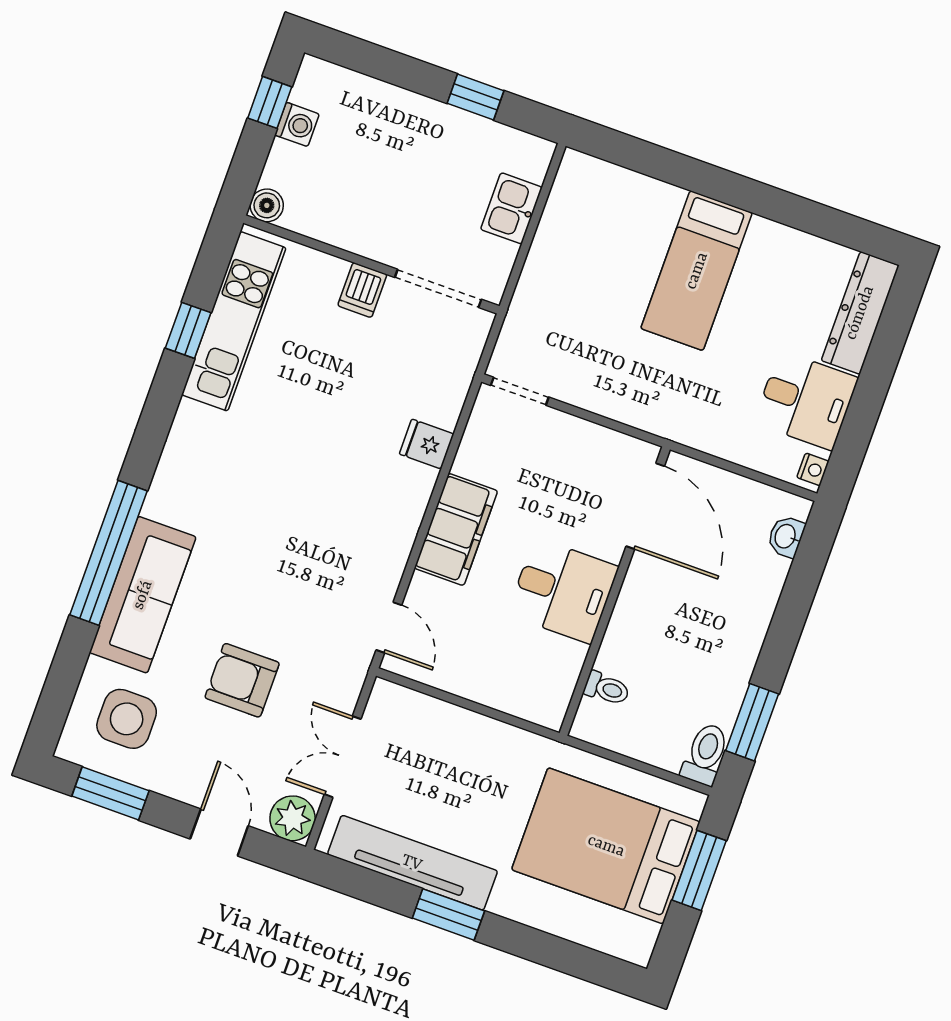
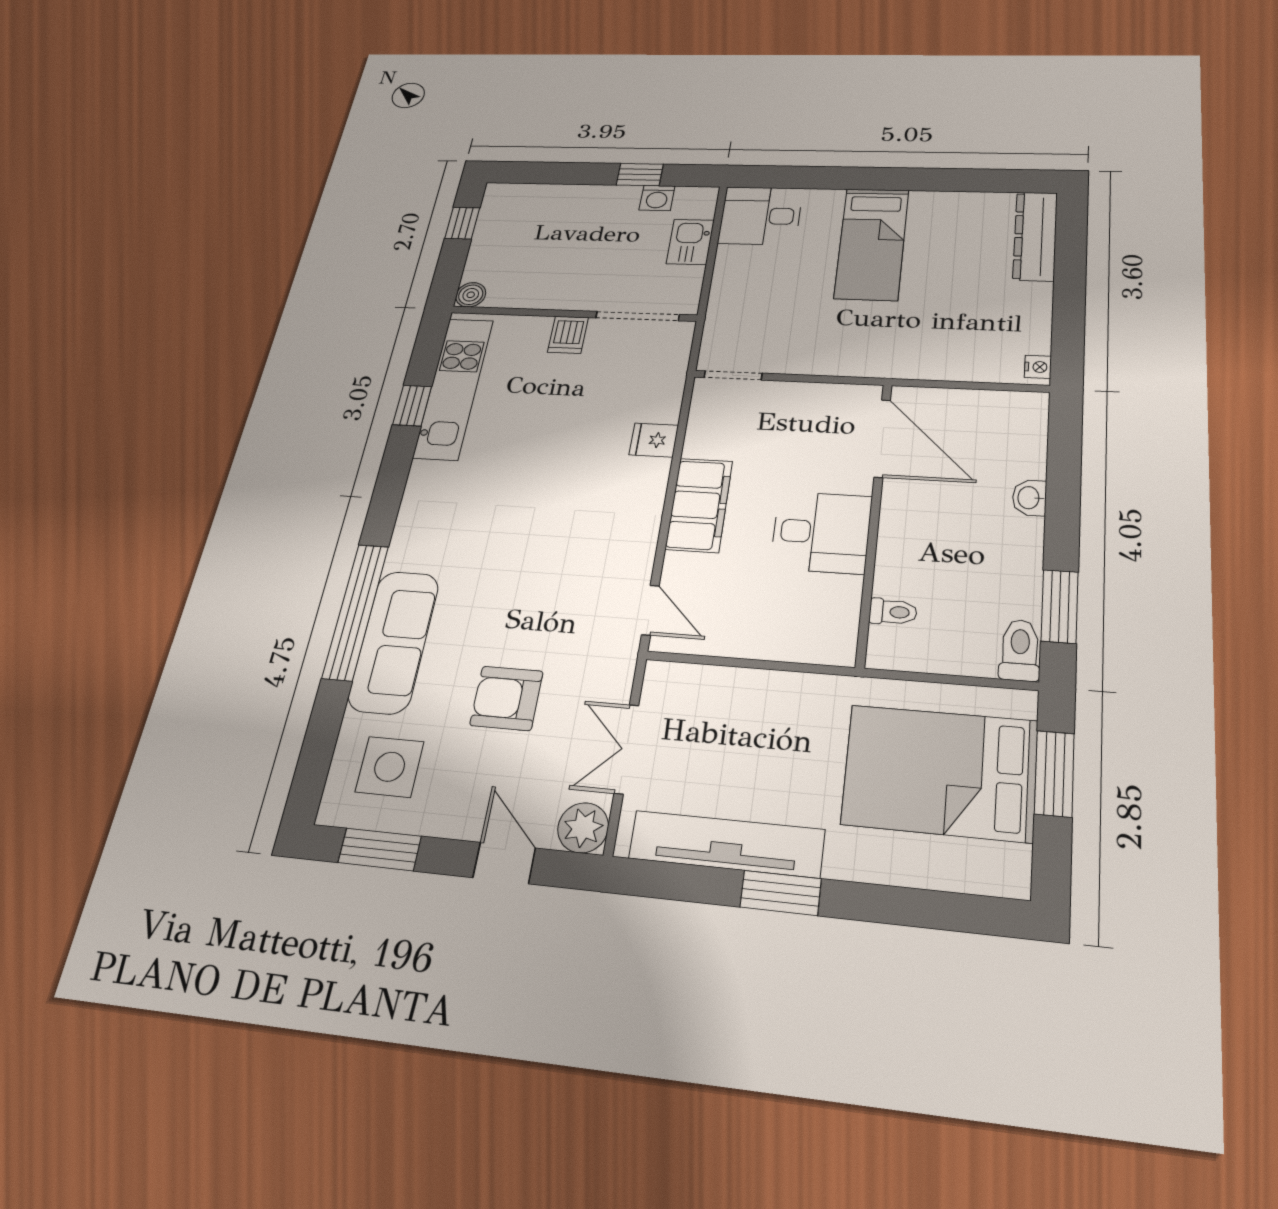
washing machine: (297, 124) -> (657, 198), moved, turned 90
desk: (806, 400) -> (761, 216), moved, turned 180
washbasin: (786, 537) -> (1029, 498), moved

